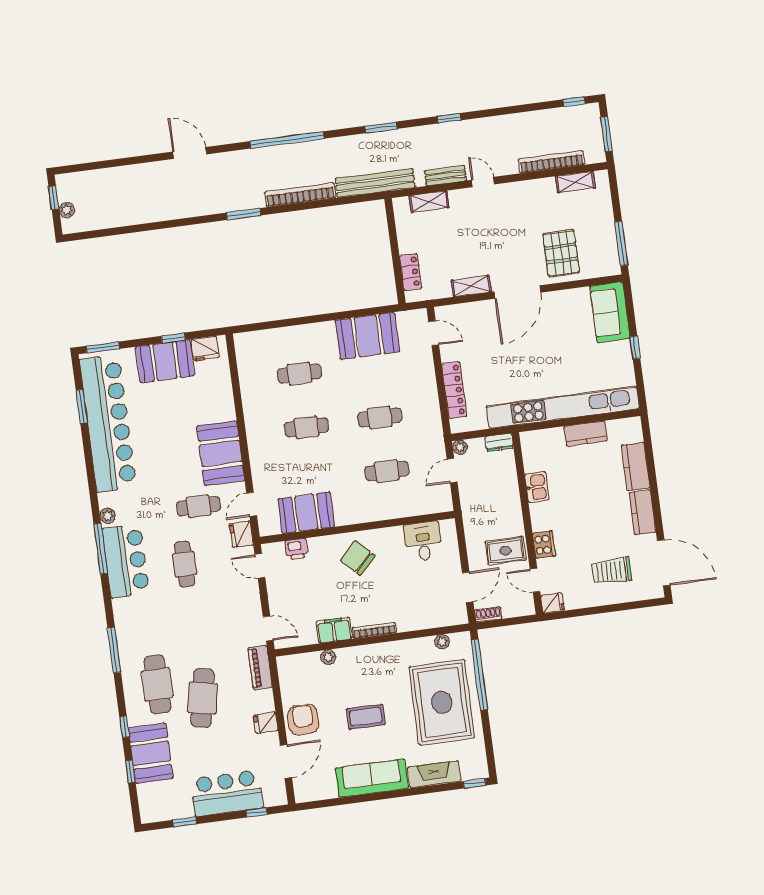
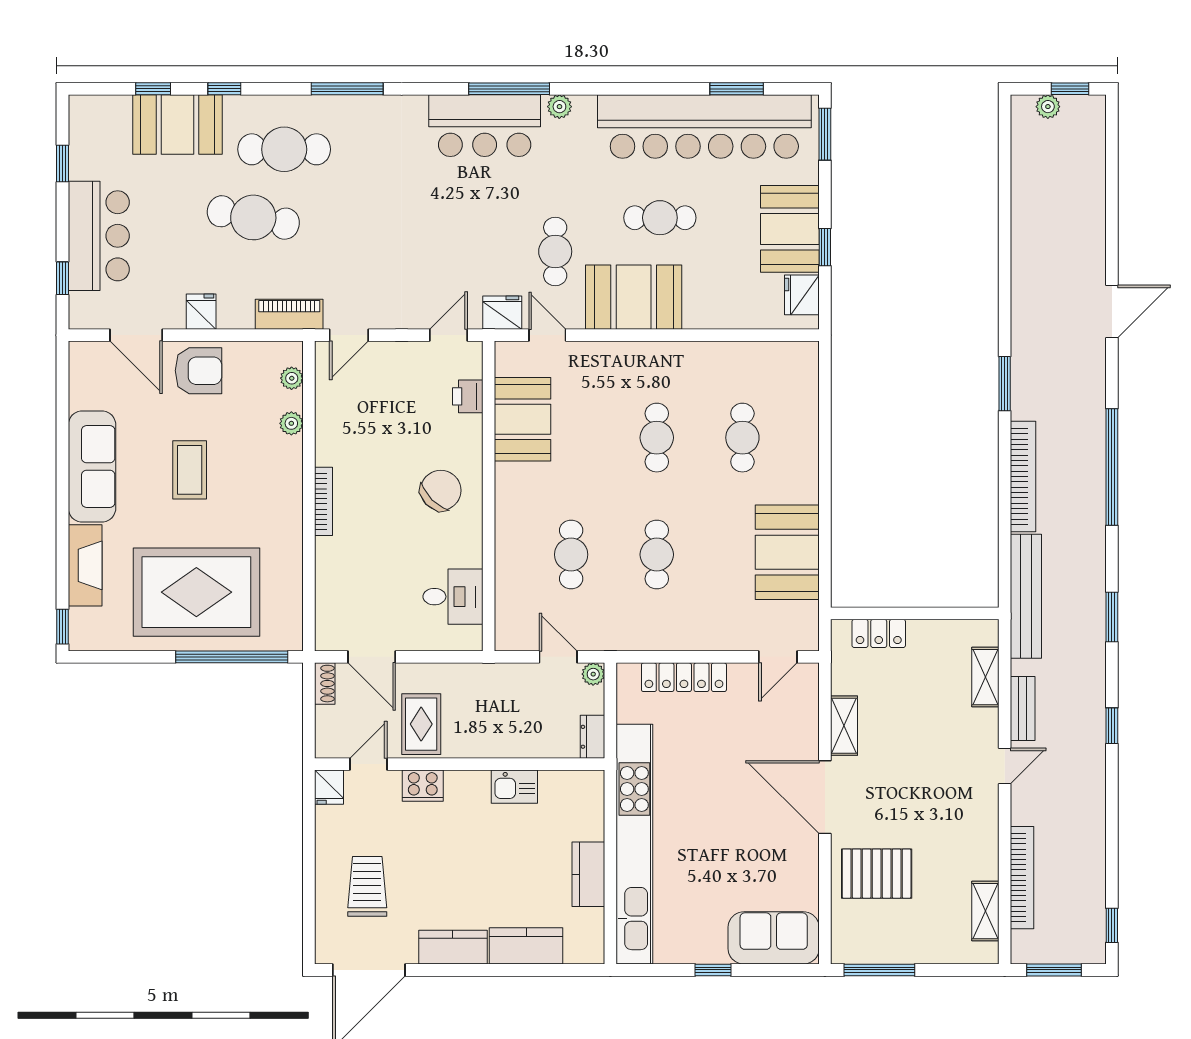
cafe table: (185, 564) -> (660, 218), moved
filing cabinet: (334, 630) -> (332, 438), removed
plant: (442, 642) -> (292, 378), moved

